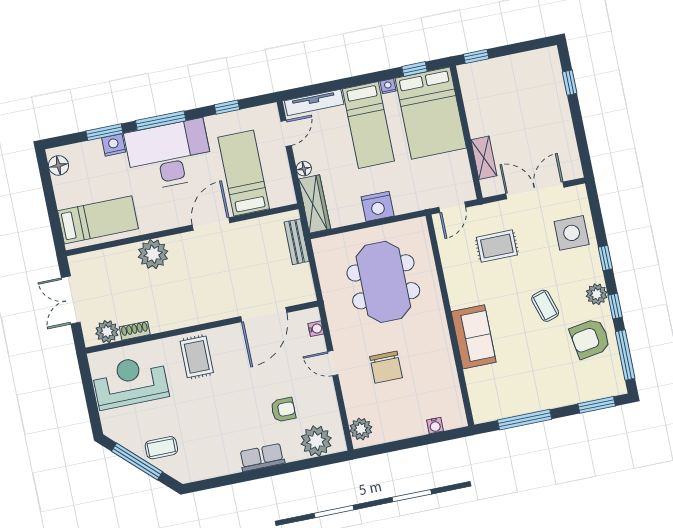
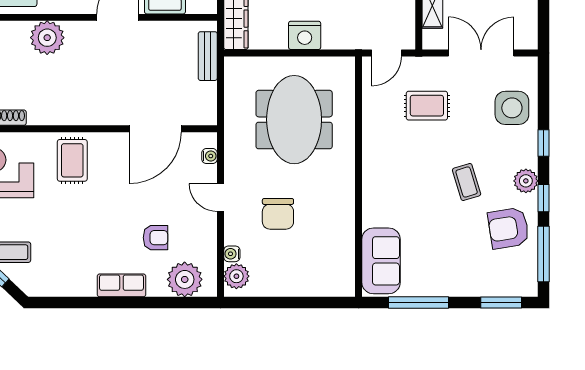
sofa: (474, 337) -> (381, 261), moved
water cooler: (435, 425) -> (232, 254), moved, turned 90

